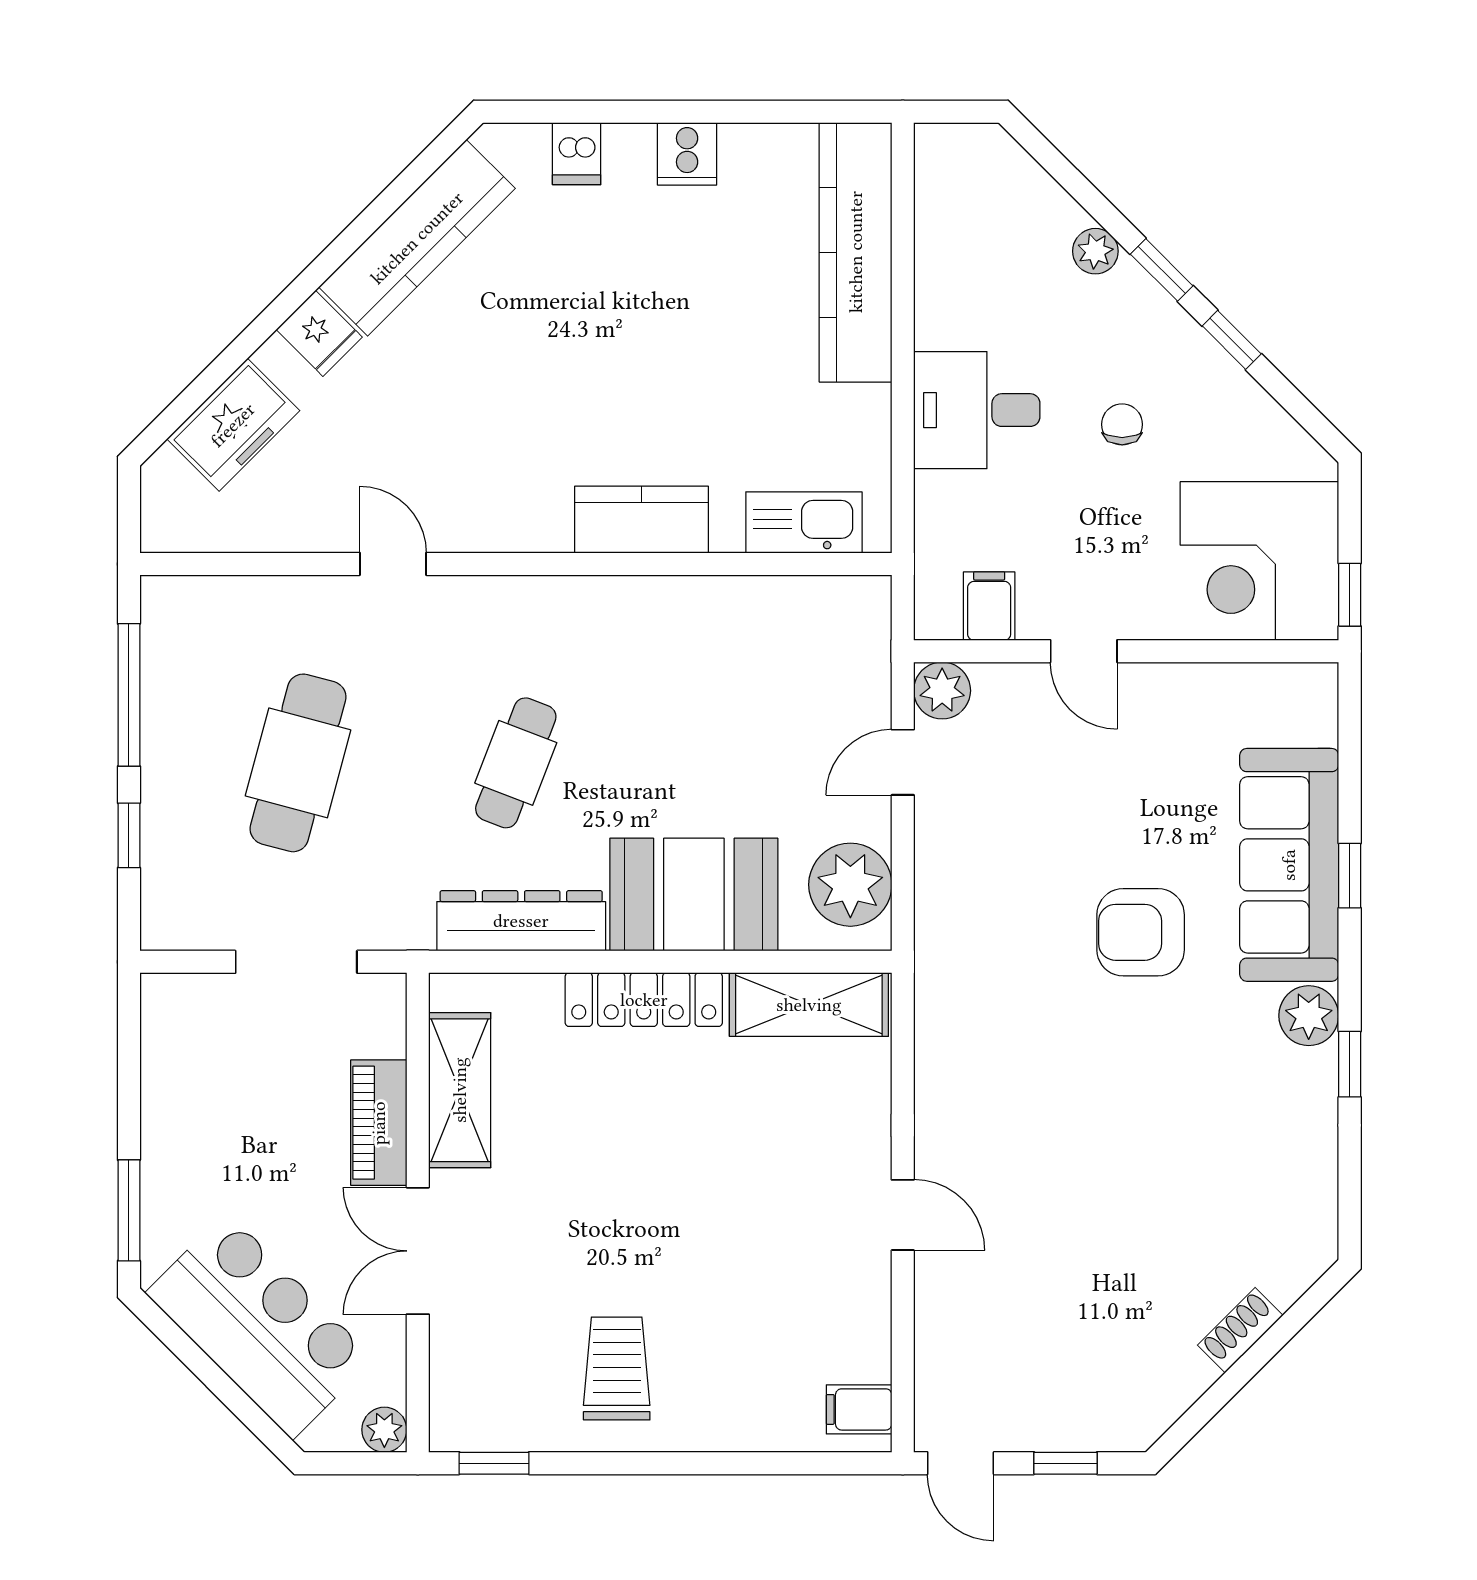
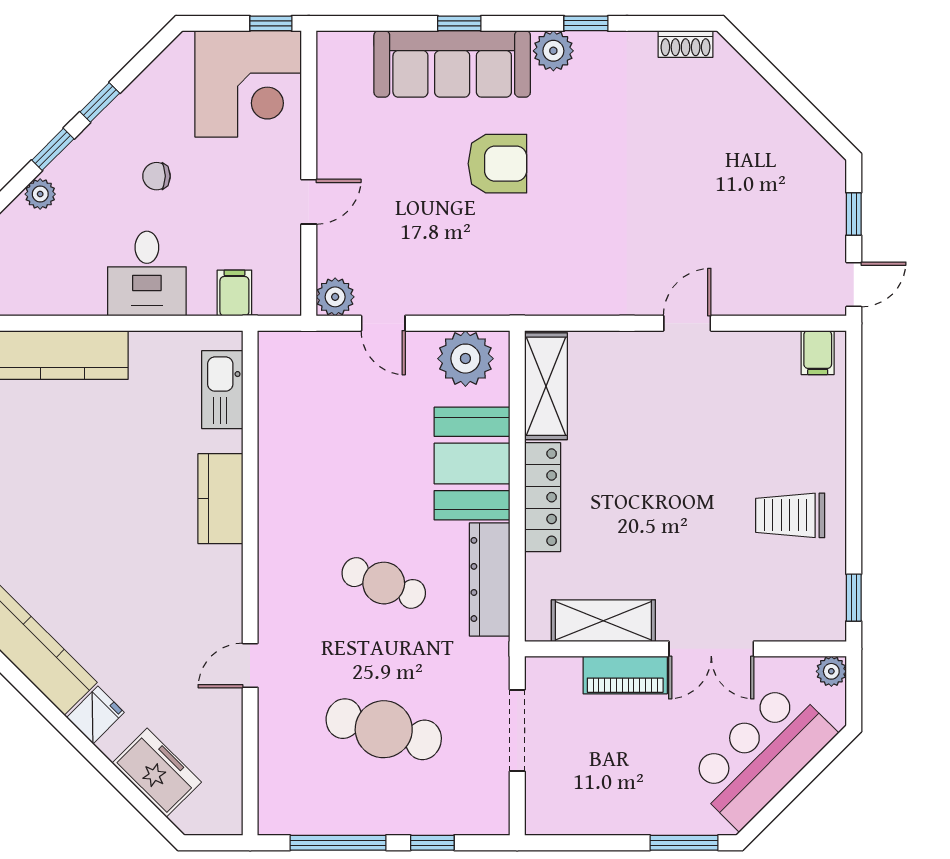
filing cabinet: (989, 606) -> (234, 293), moved, turned 90
armchair: (1141, 932) -> (497, 164), turned -90
shoe rack: (1240, 1330) -> (686, 44), moved, turned -45

